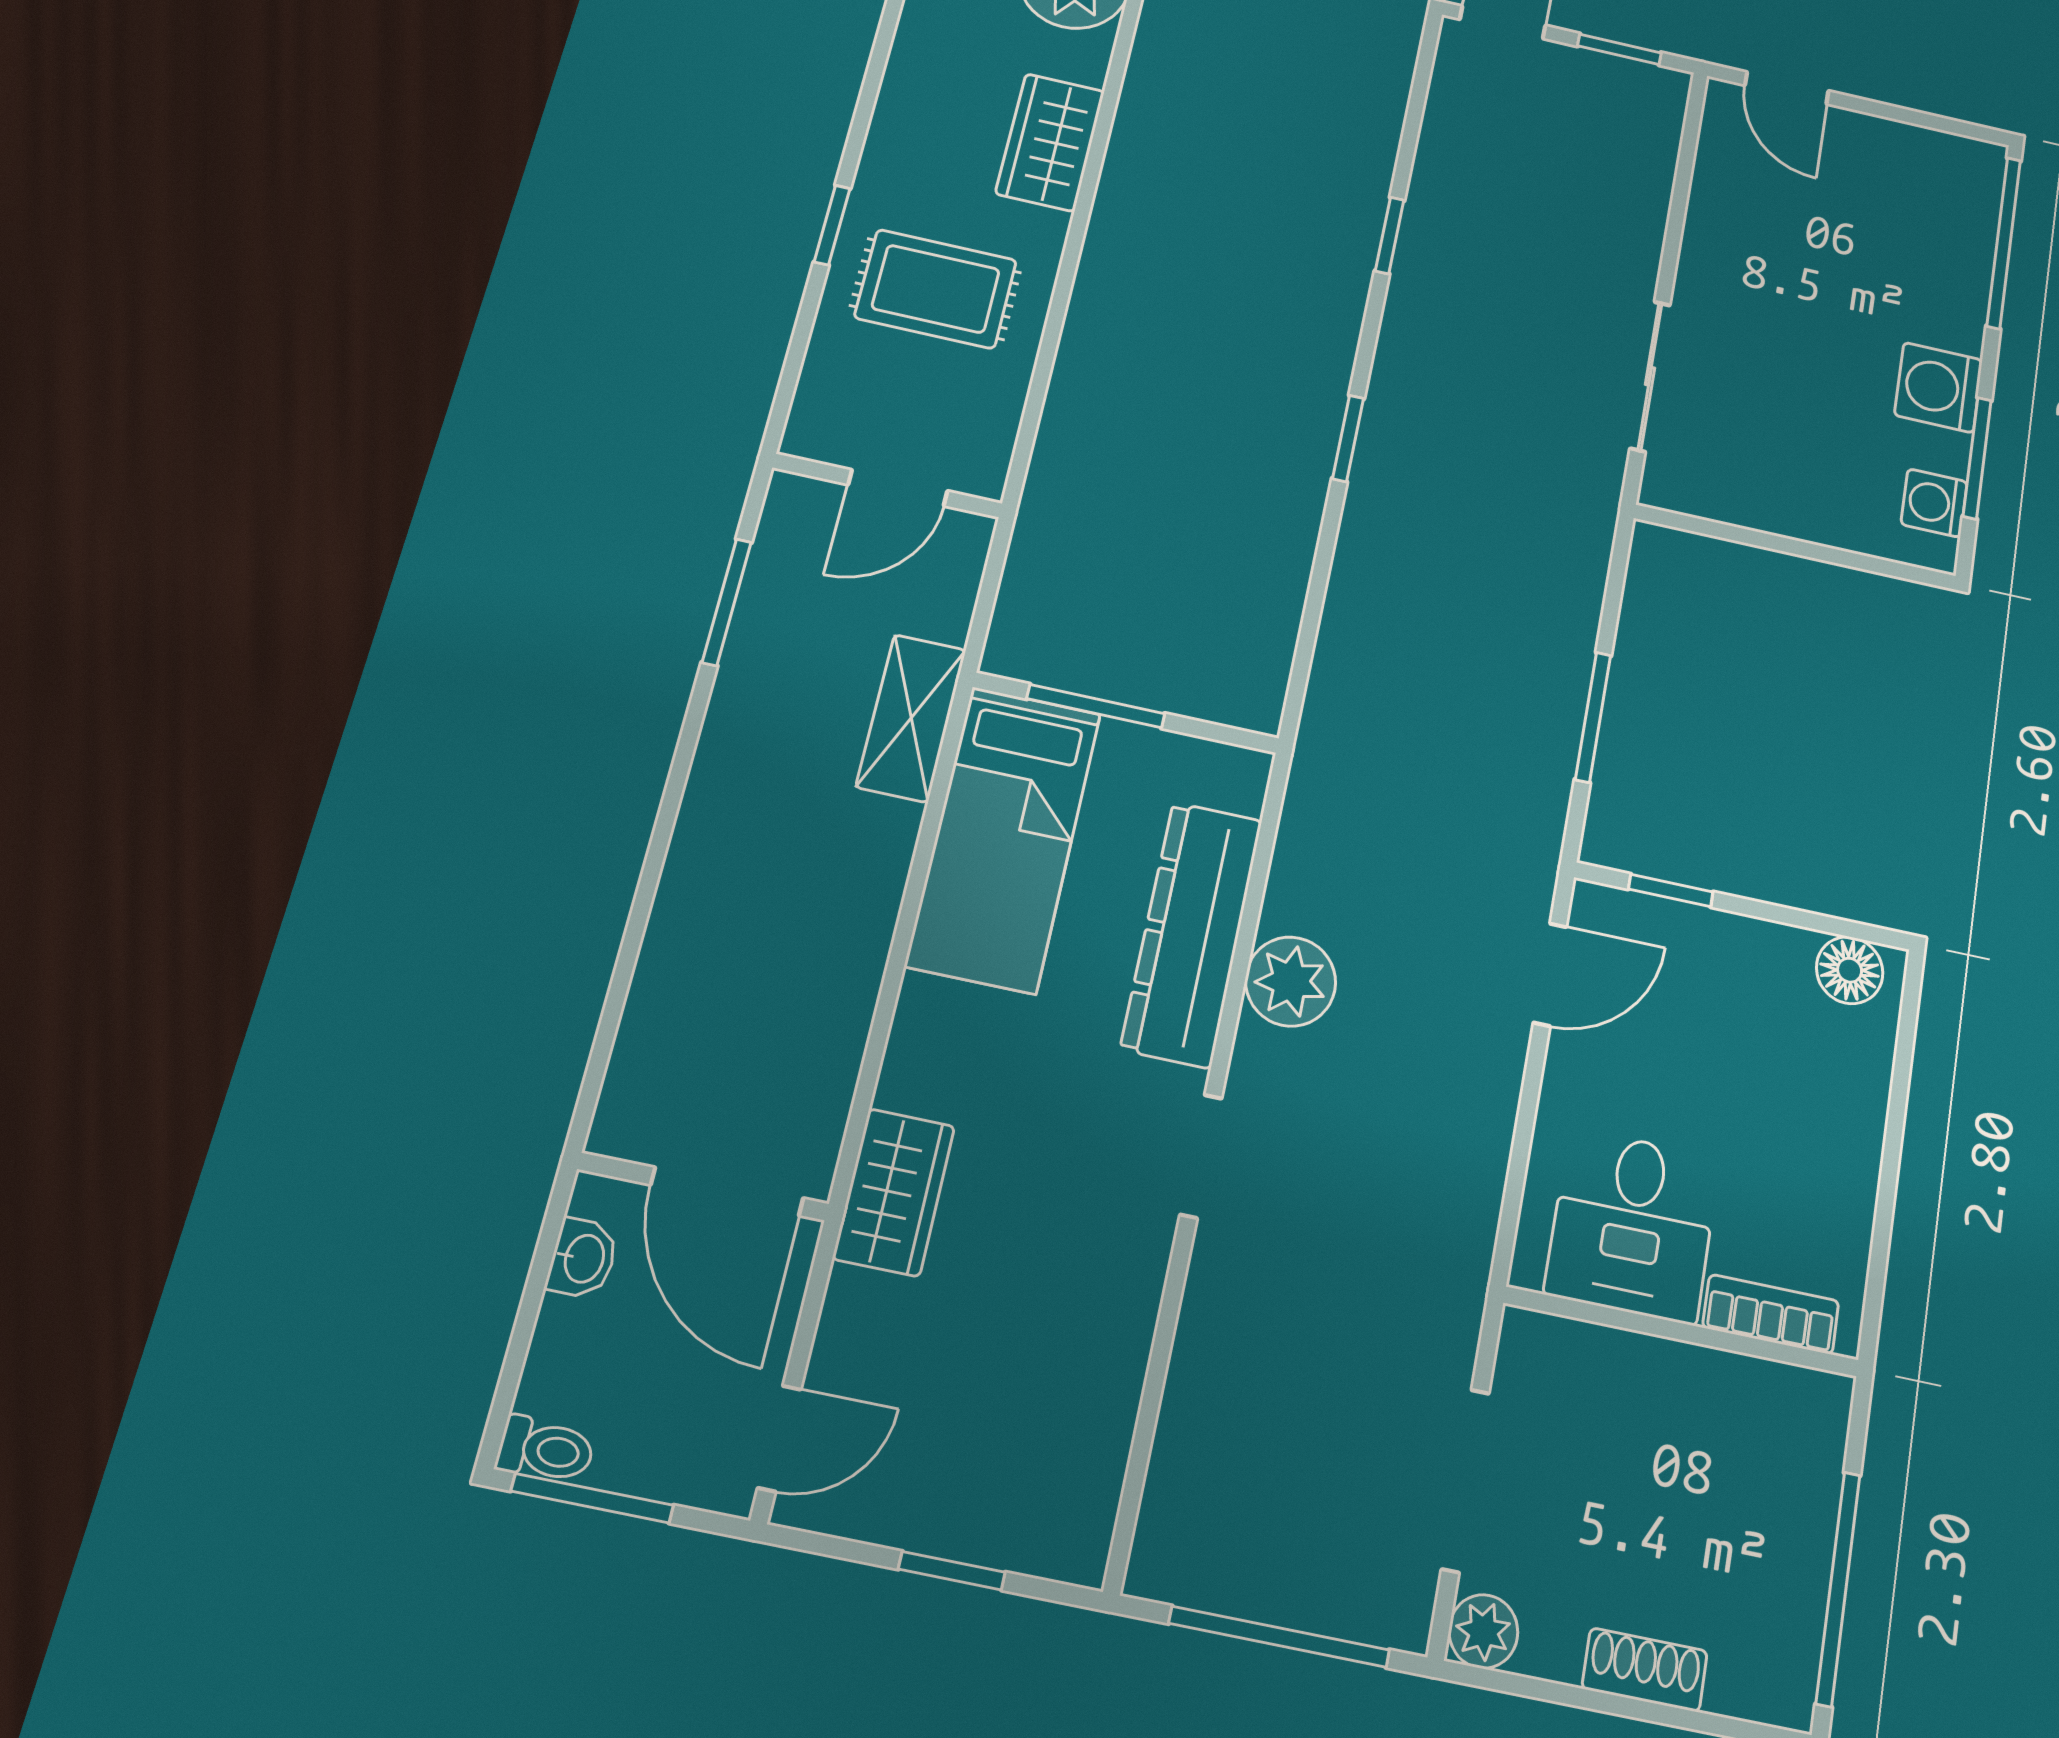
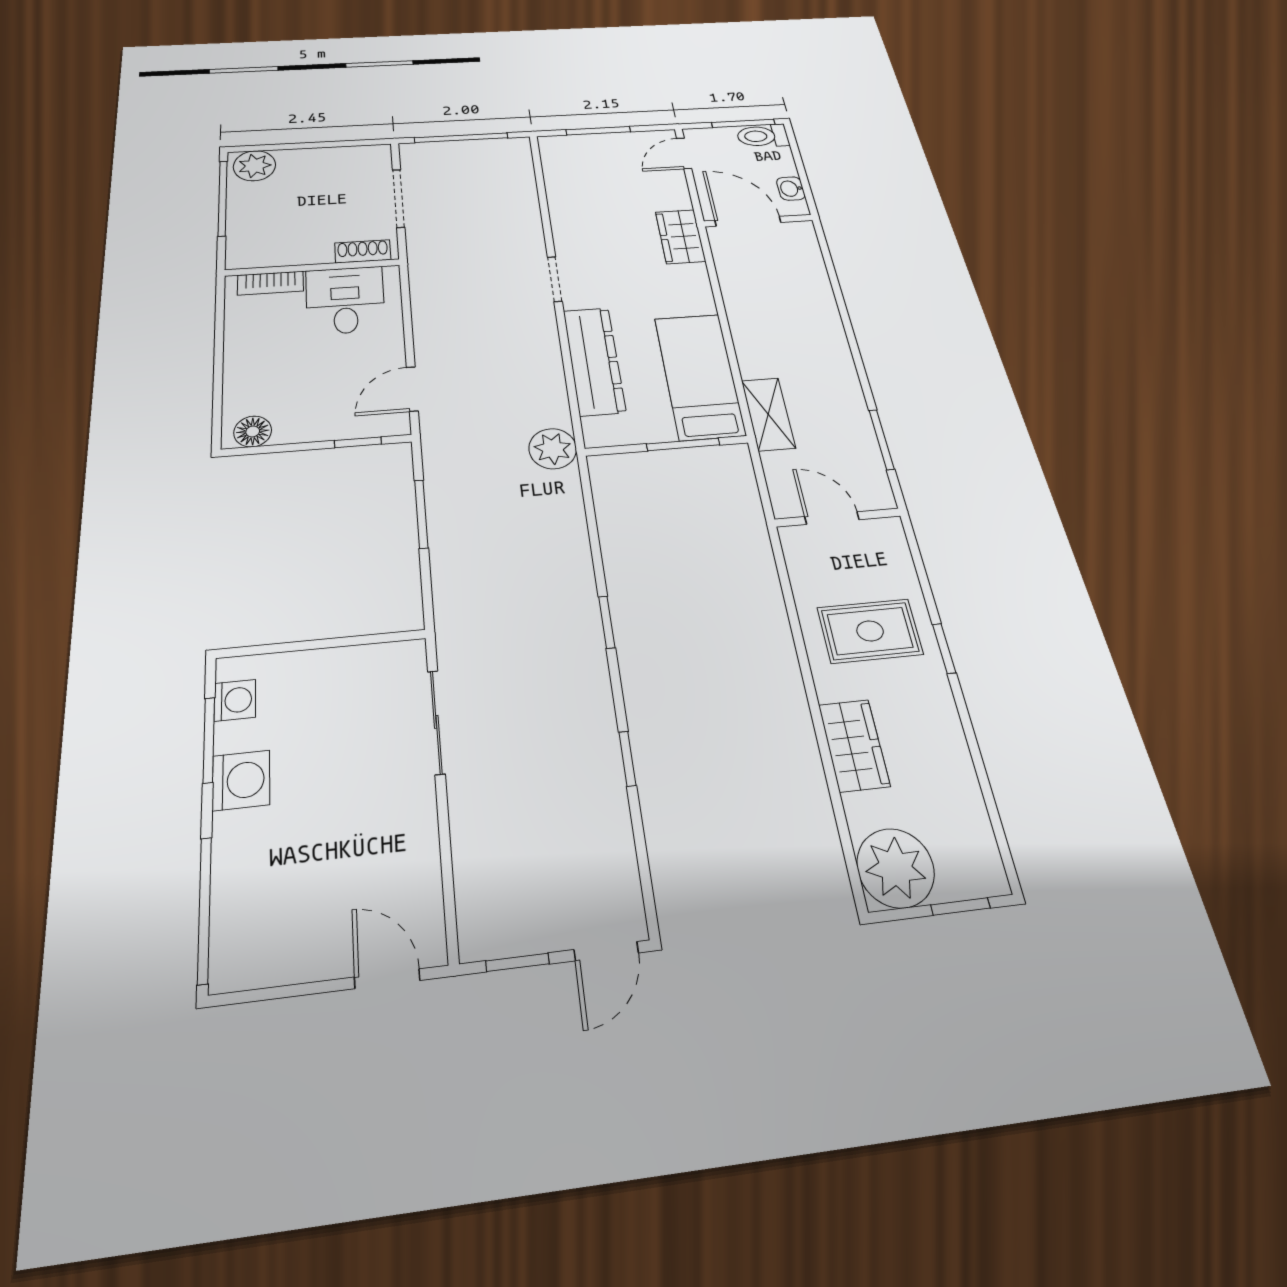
door: (898, 488) -> (832, 518), hinge flipped
plant: (1291, 981) -> (553, 449), moved
toilet: (546, 1450) -> (763, 136), width x1.37, depth x1.39
window: (952, 1571) -> (598, 131), width x1.50
plant: (1483, 1631) -> (255, 166), moved, width x1.38, depth x1.38
shoe rack: (1645, 1670) -> (363, 251), moved, turned 180

